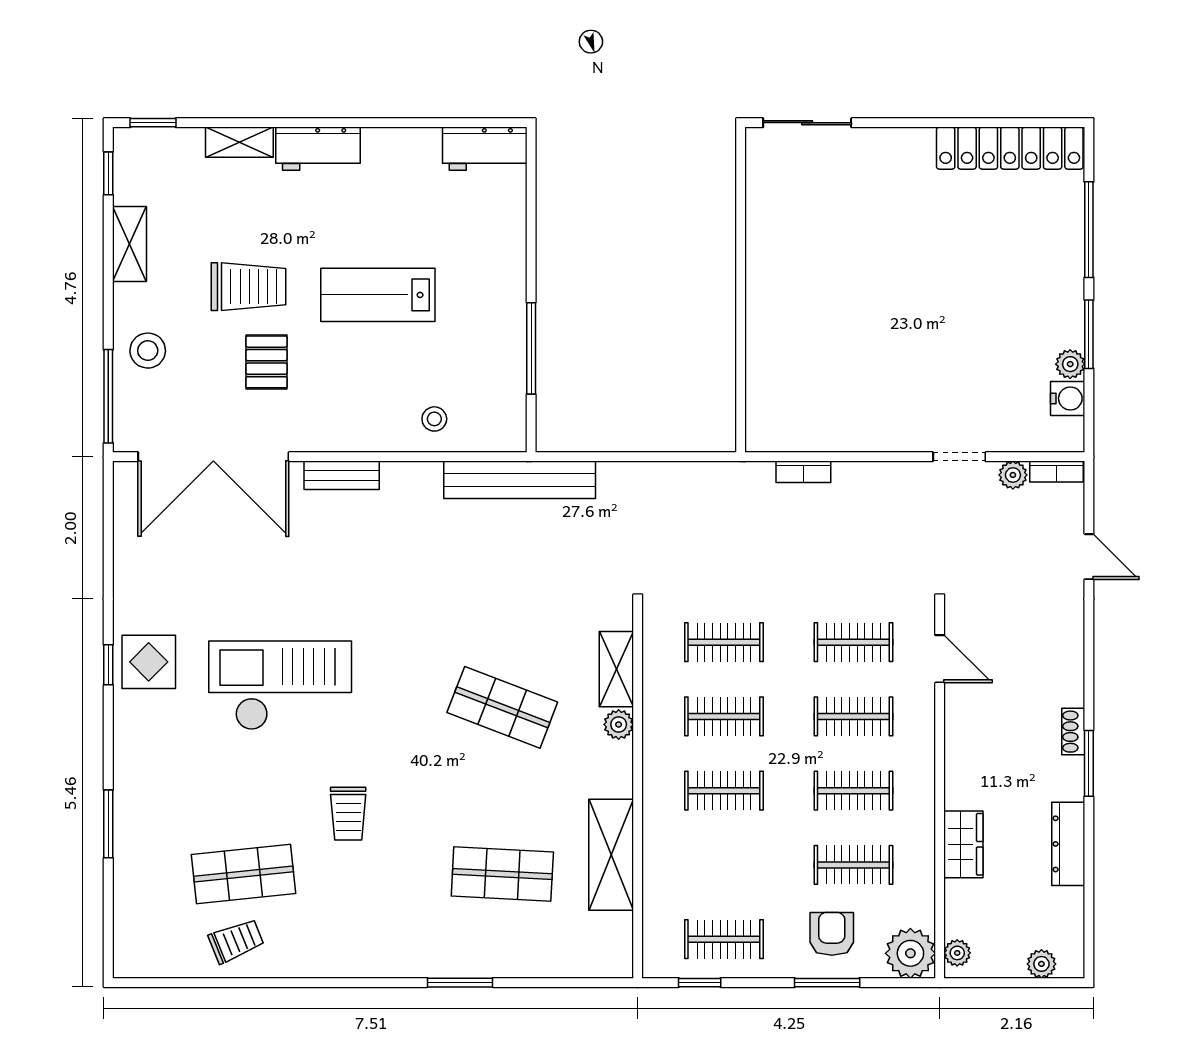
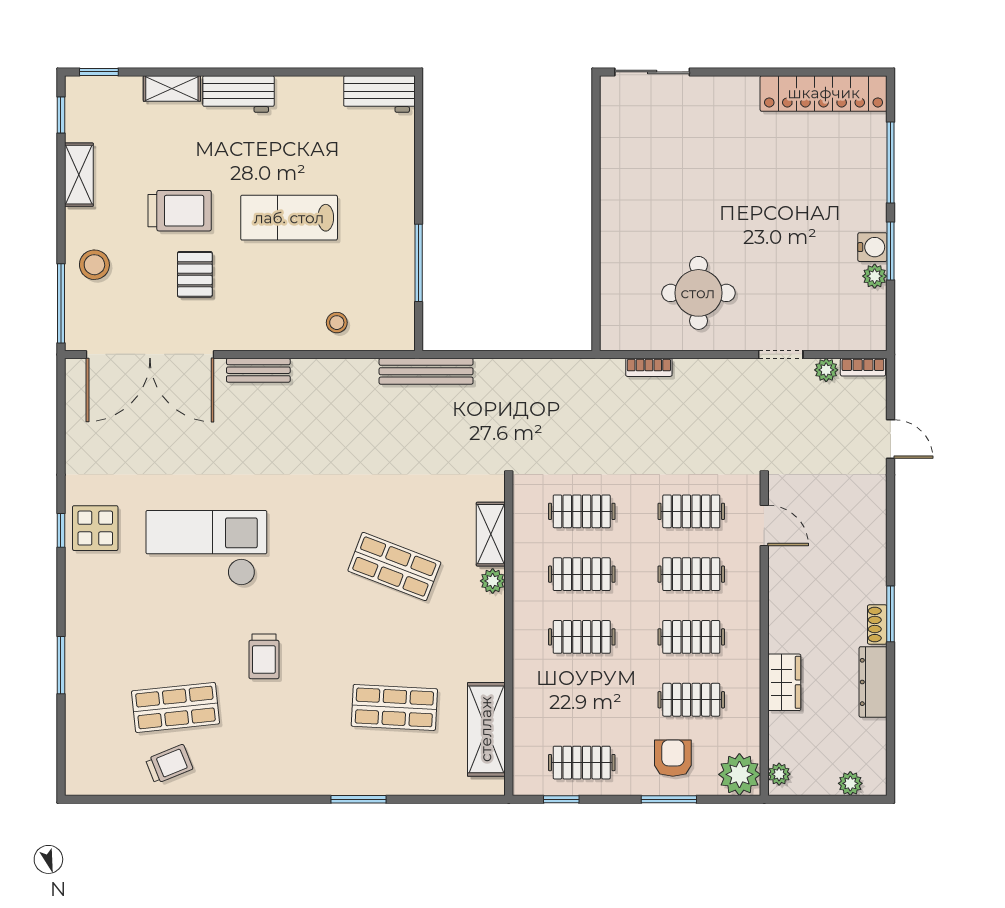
round table: (862, 384) -> (698, 293), added
water cooler: (1068, 398) -> (872, 247), moved
bench: (520, 480) -> (426, 371), width x0.73, depth x0.82
shoe rack: (1073, 732) -> (877, 624), moved
shelving: (611, 855) -> (486, 729), moved

